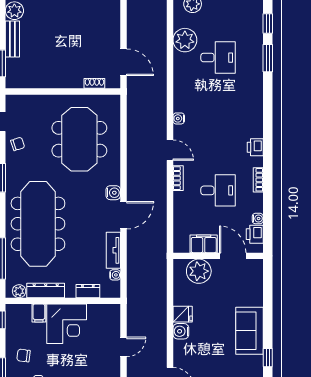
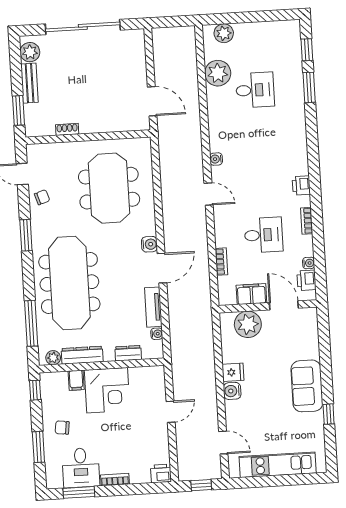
shoe rack: (94, 83) -> (67, 129), moved
bookcase: (178, 178) -> (221, 262), moved

